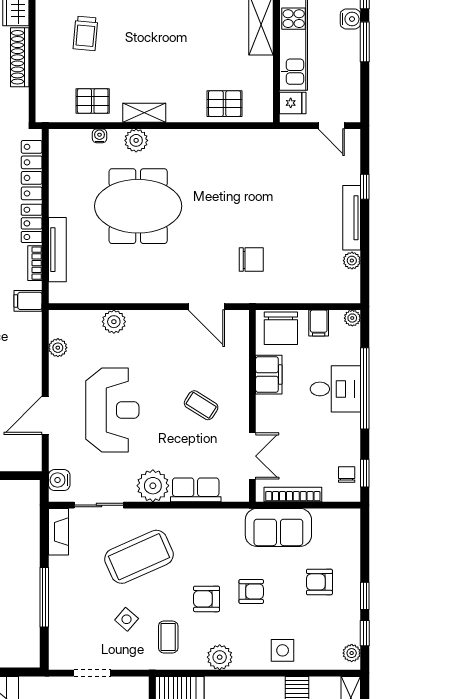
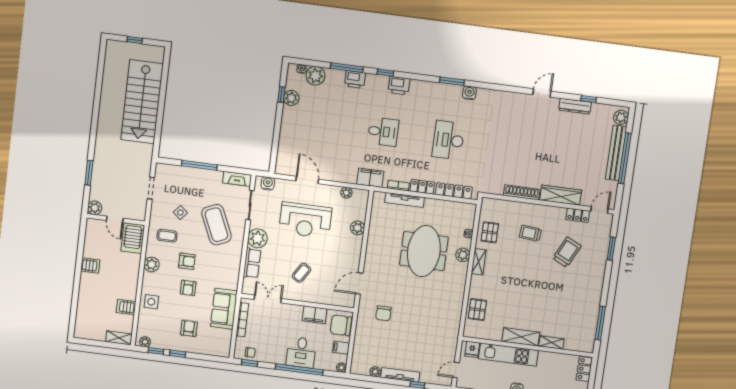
filing cabinet: (28, 301) -> (370, 178), width x2.00
double door: (252, 456) -> (268, 299), swing flipped
armchair: (207, 599) -> (187, 261), turned 90

